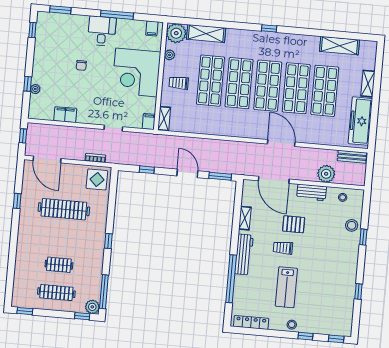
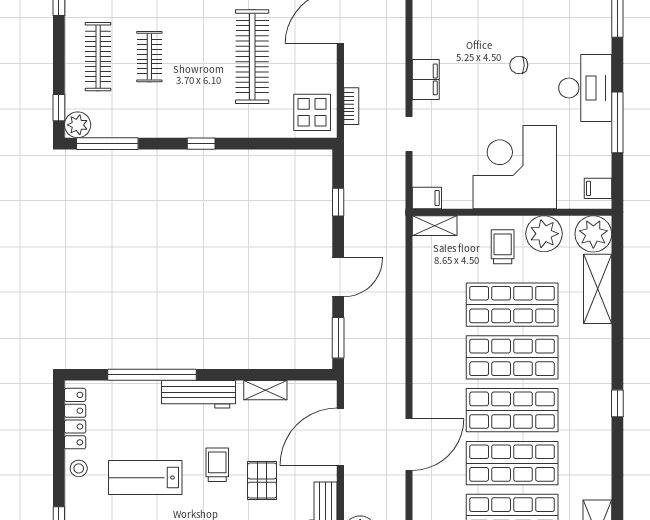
desk: (102, 31) -> (585, 88), width x1.37
plant: (170, 55) -> (544, 234), width x1.88, depth x1.88
filing cabinet: (65, 115) -> (426, 79), moved
stool: (292, 325) -> (79, 468), moved

